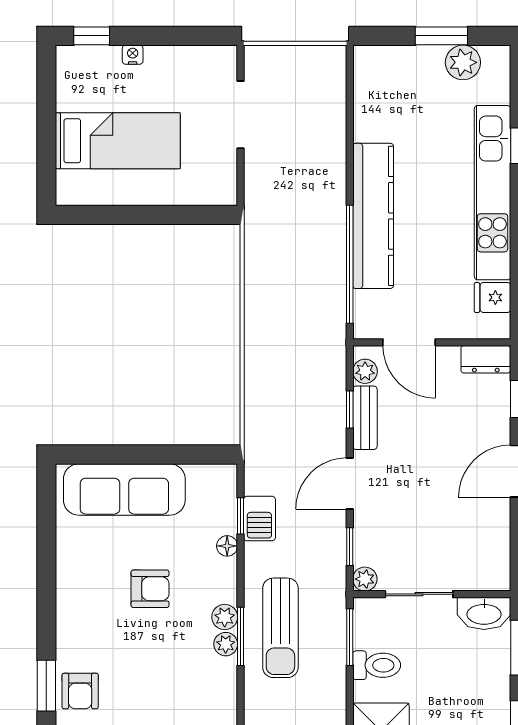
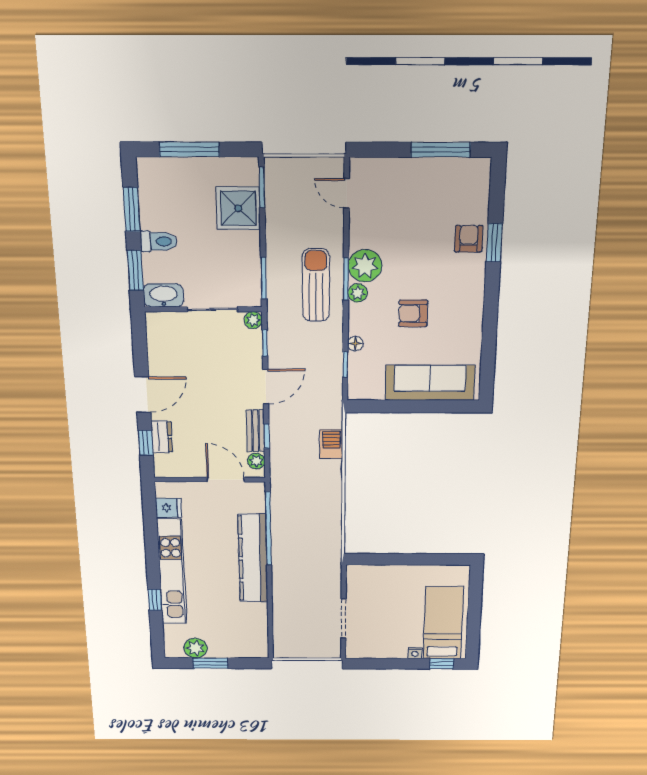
bed: (118, 141) -> (443, 623), moved, turned 90
dresser: (486, 359) -> (162, 437), moved, turned 90
barbecue: (259, 518) -> (331, 444), moved
plant: (226, 644) -> (365, 266), width x1.87, depth x1.87
toilet: (377, 665) -> (159, 241), moved, turned 180

